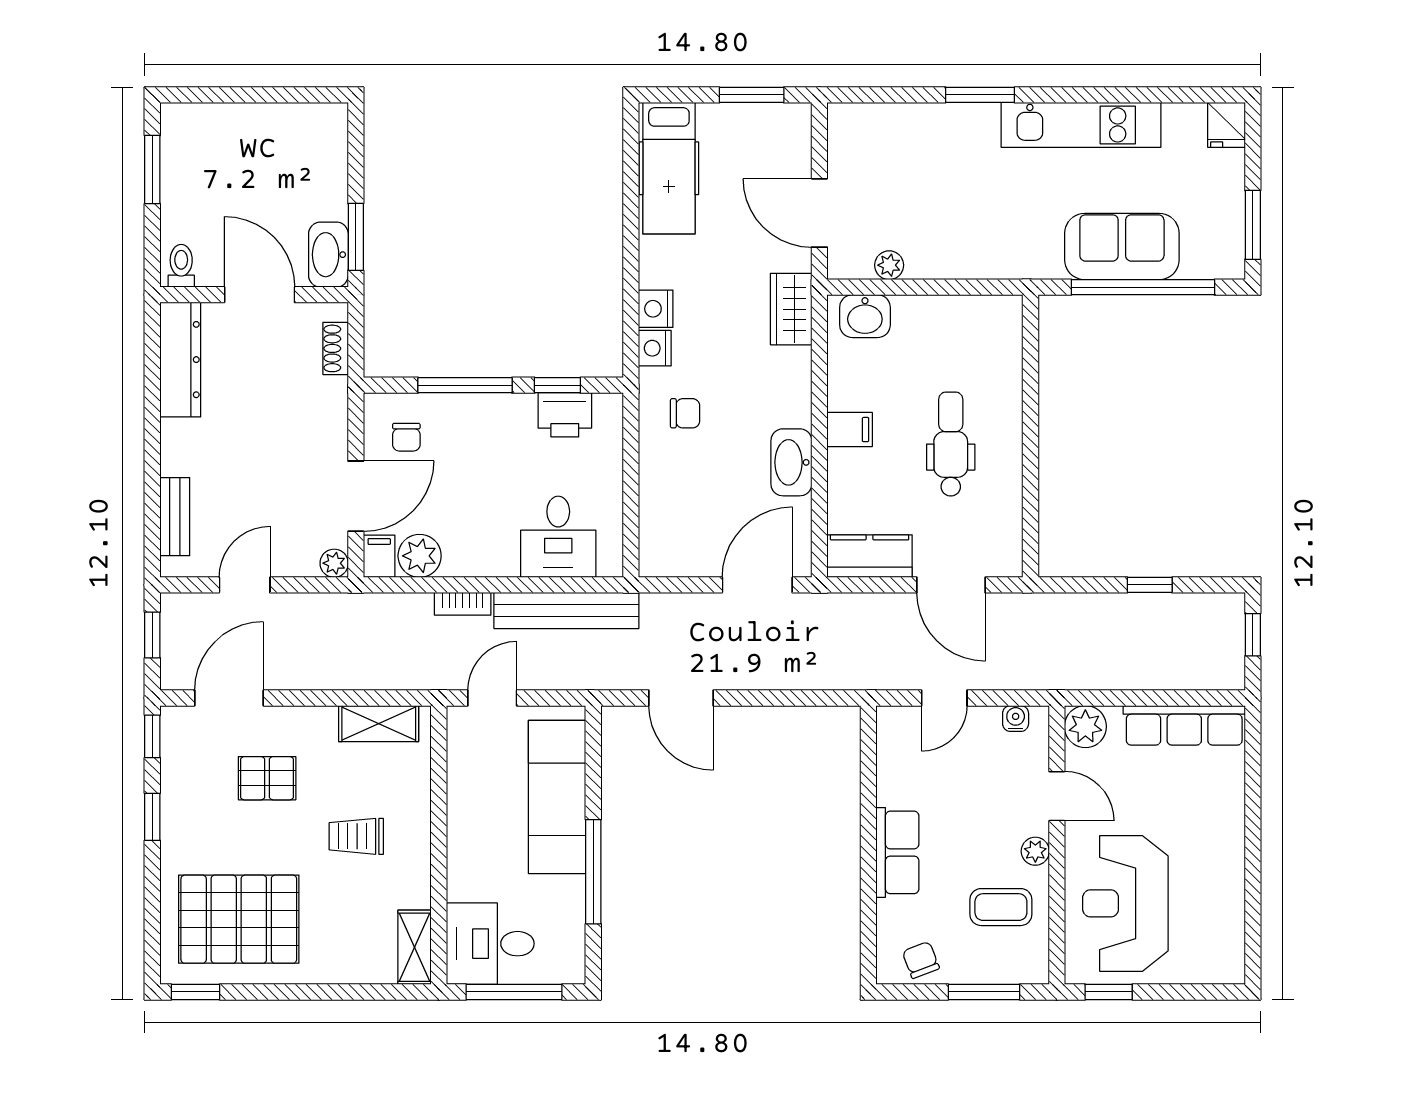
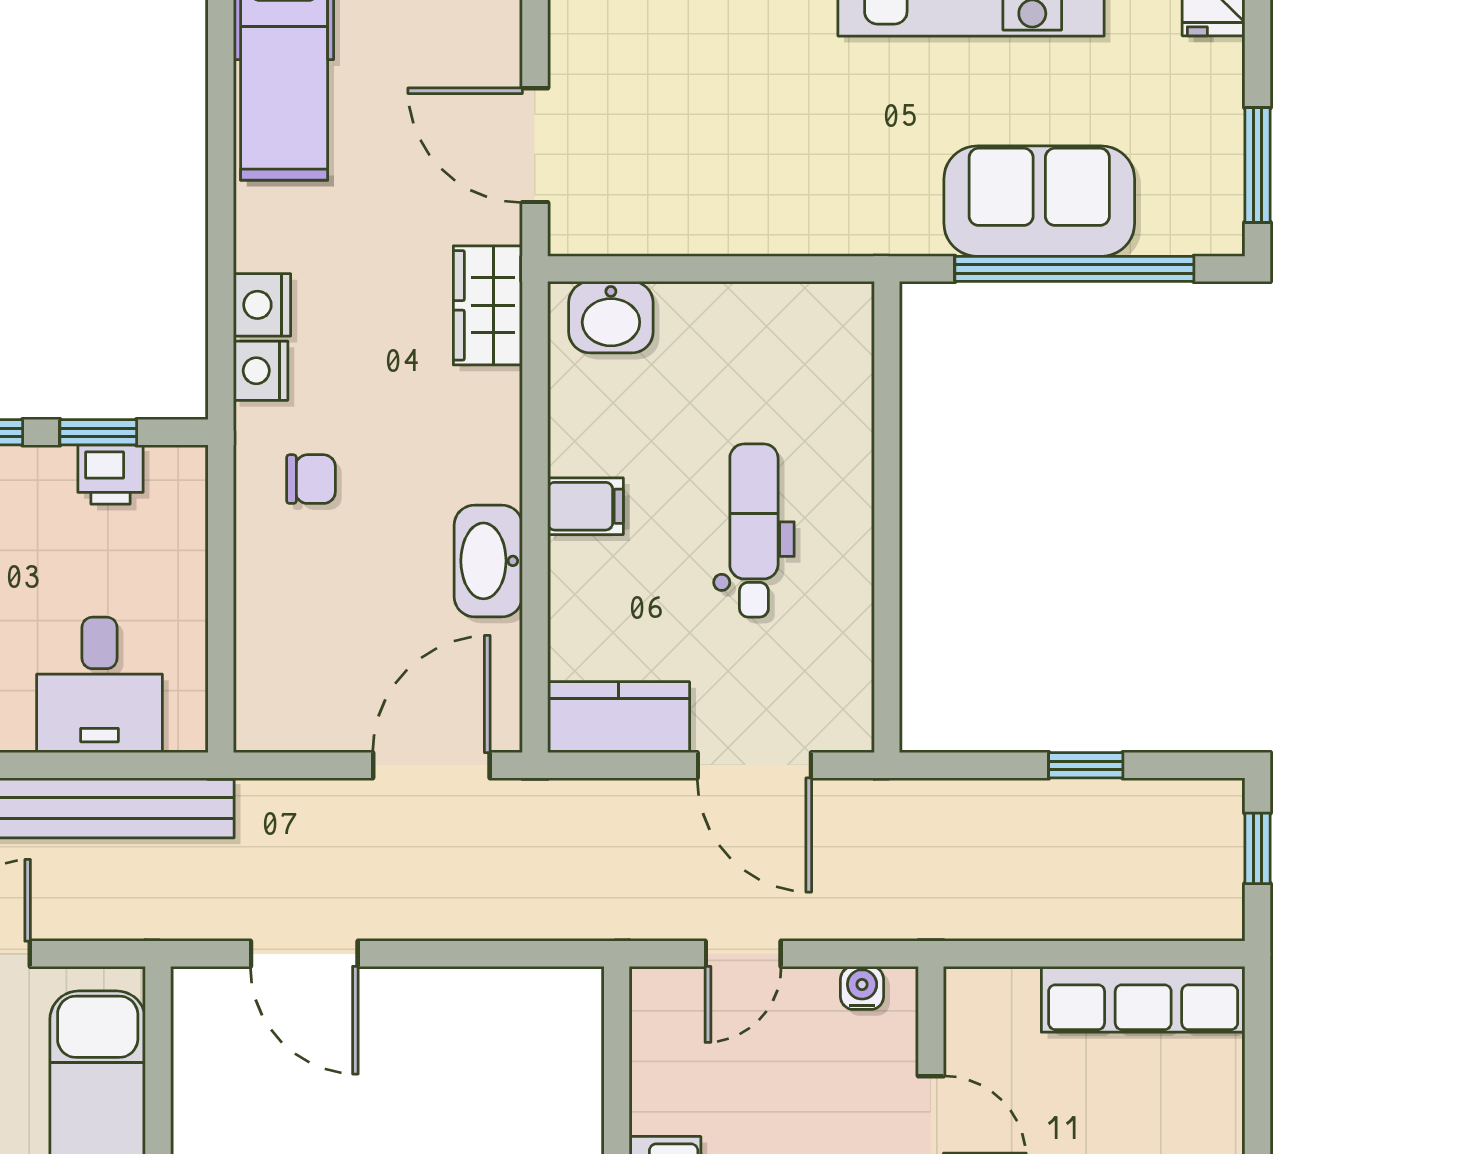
plant: (889, 265) -> (651, 232), removed
printer: (565, 415) -> (111, 475), width x0.73, depth x0.81
plant: (1085, 727) -> (978, 1001), removed

